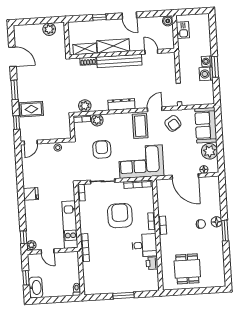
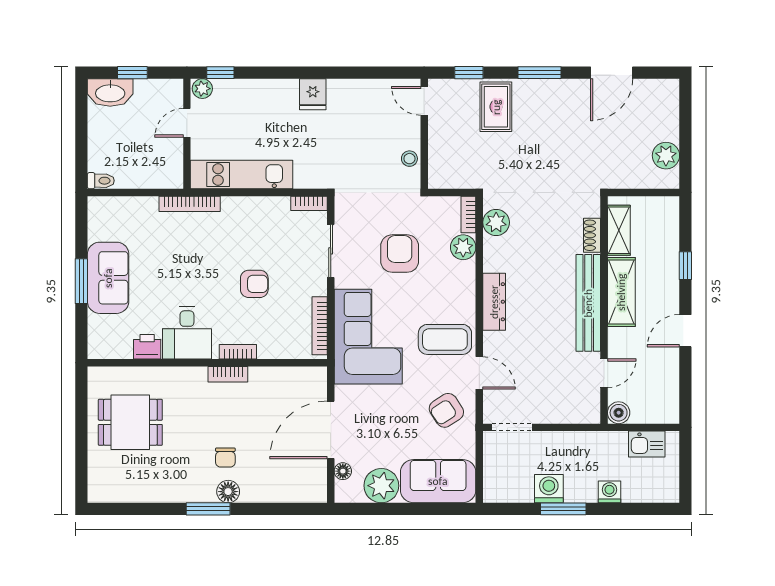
boiler: (168, 21) -> (619, 413), moved
washing machine: (207, 61) -> (609, 492), moved
armchair: (102, 149) -> (400, 254), turned -90
armchair: (120, 216) -> (254, 284), width x0.53, depth x0.53
sofa: (121, 283) -> (108, 278), added

